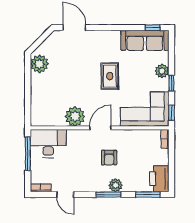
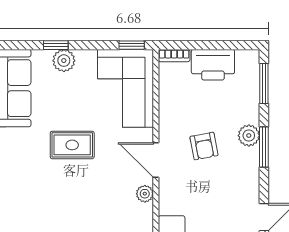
window: (171, 83) -> (56, 45), moved
plant: (75, 116) -> (145, 194), width x0.53, depth x0.53
armchair: (109, 158) -> (204, 146), turned 79
printer: (159, 179) -> (213, 65), moved

